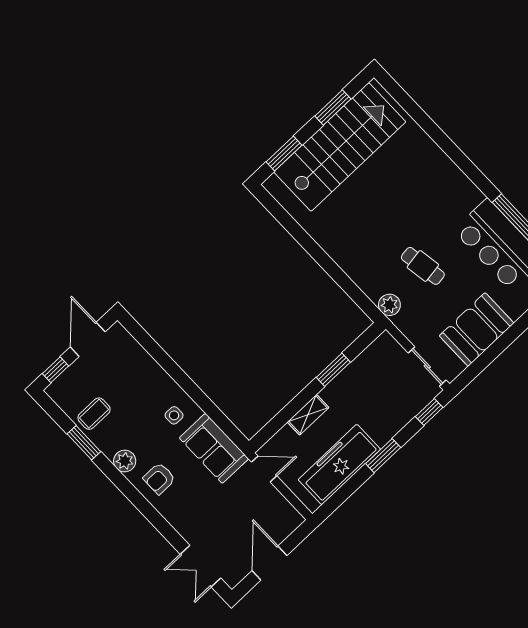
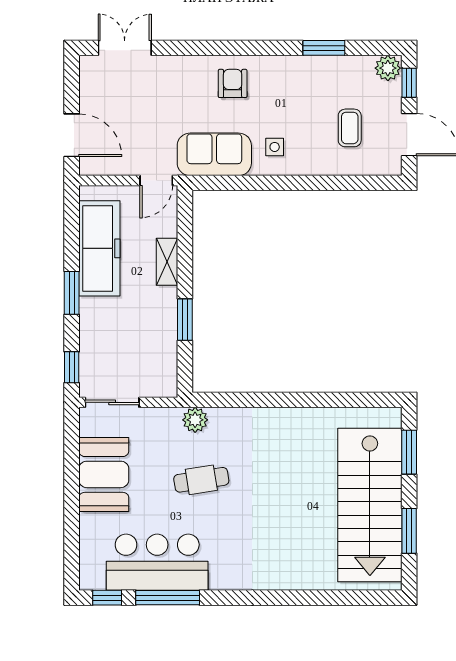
coffee table: (94, 414) -> (350, 128), moved
plant: (125, 461) -> (388, 68), moved
door: (269, 563) -> (72, 135), moved

